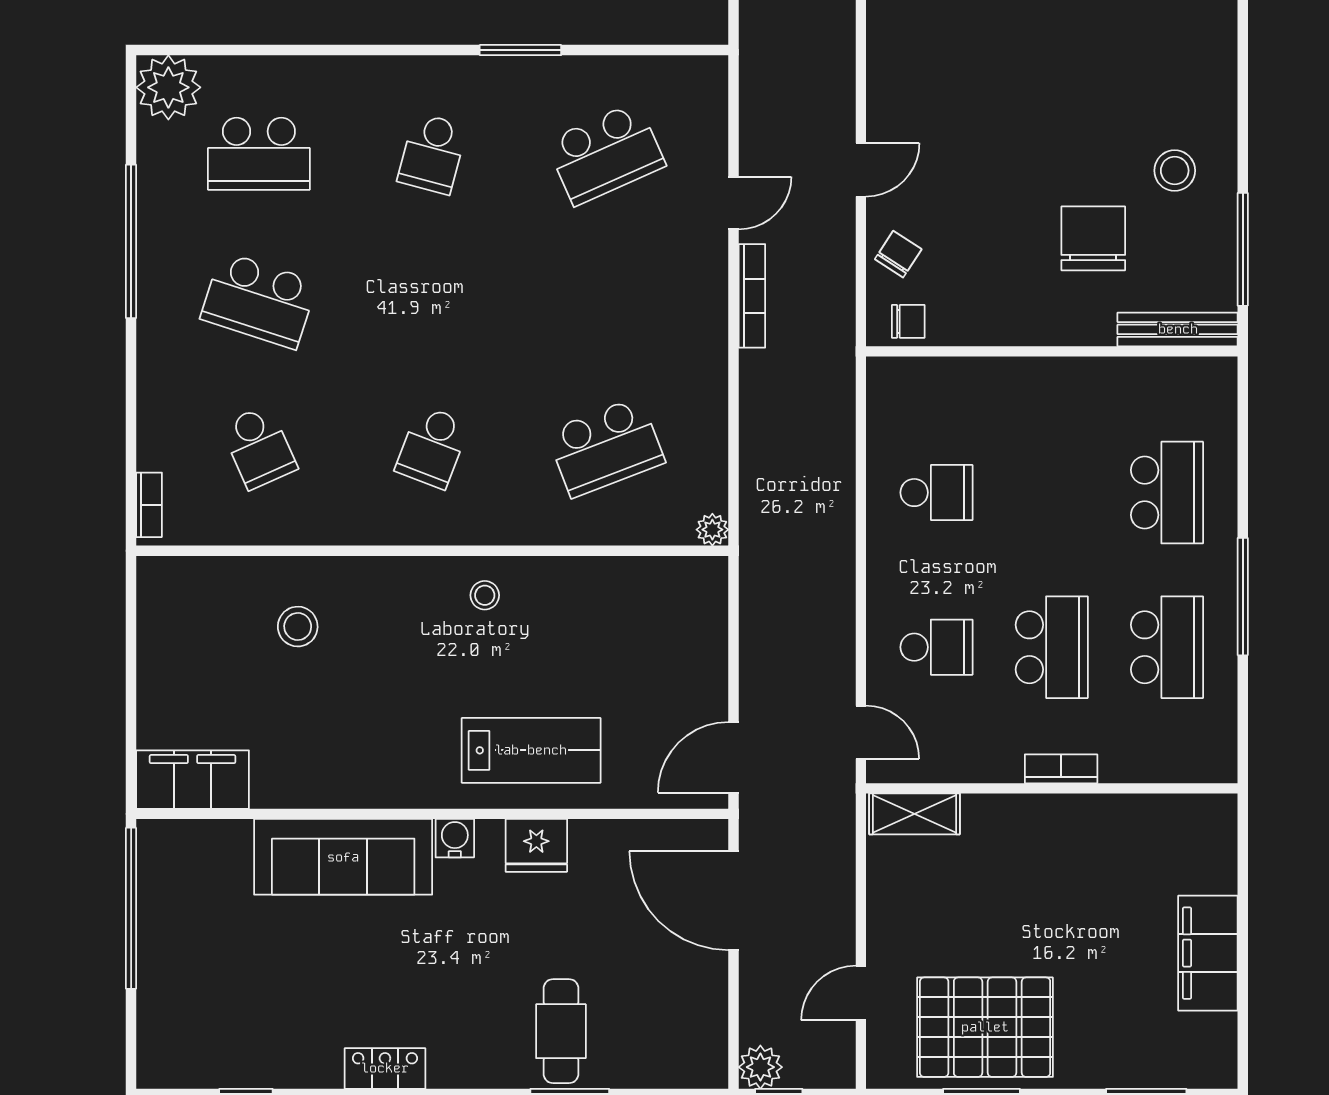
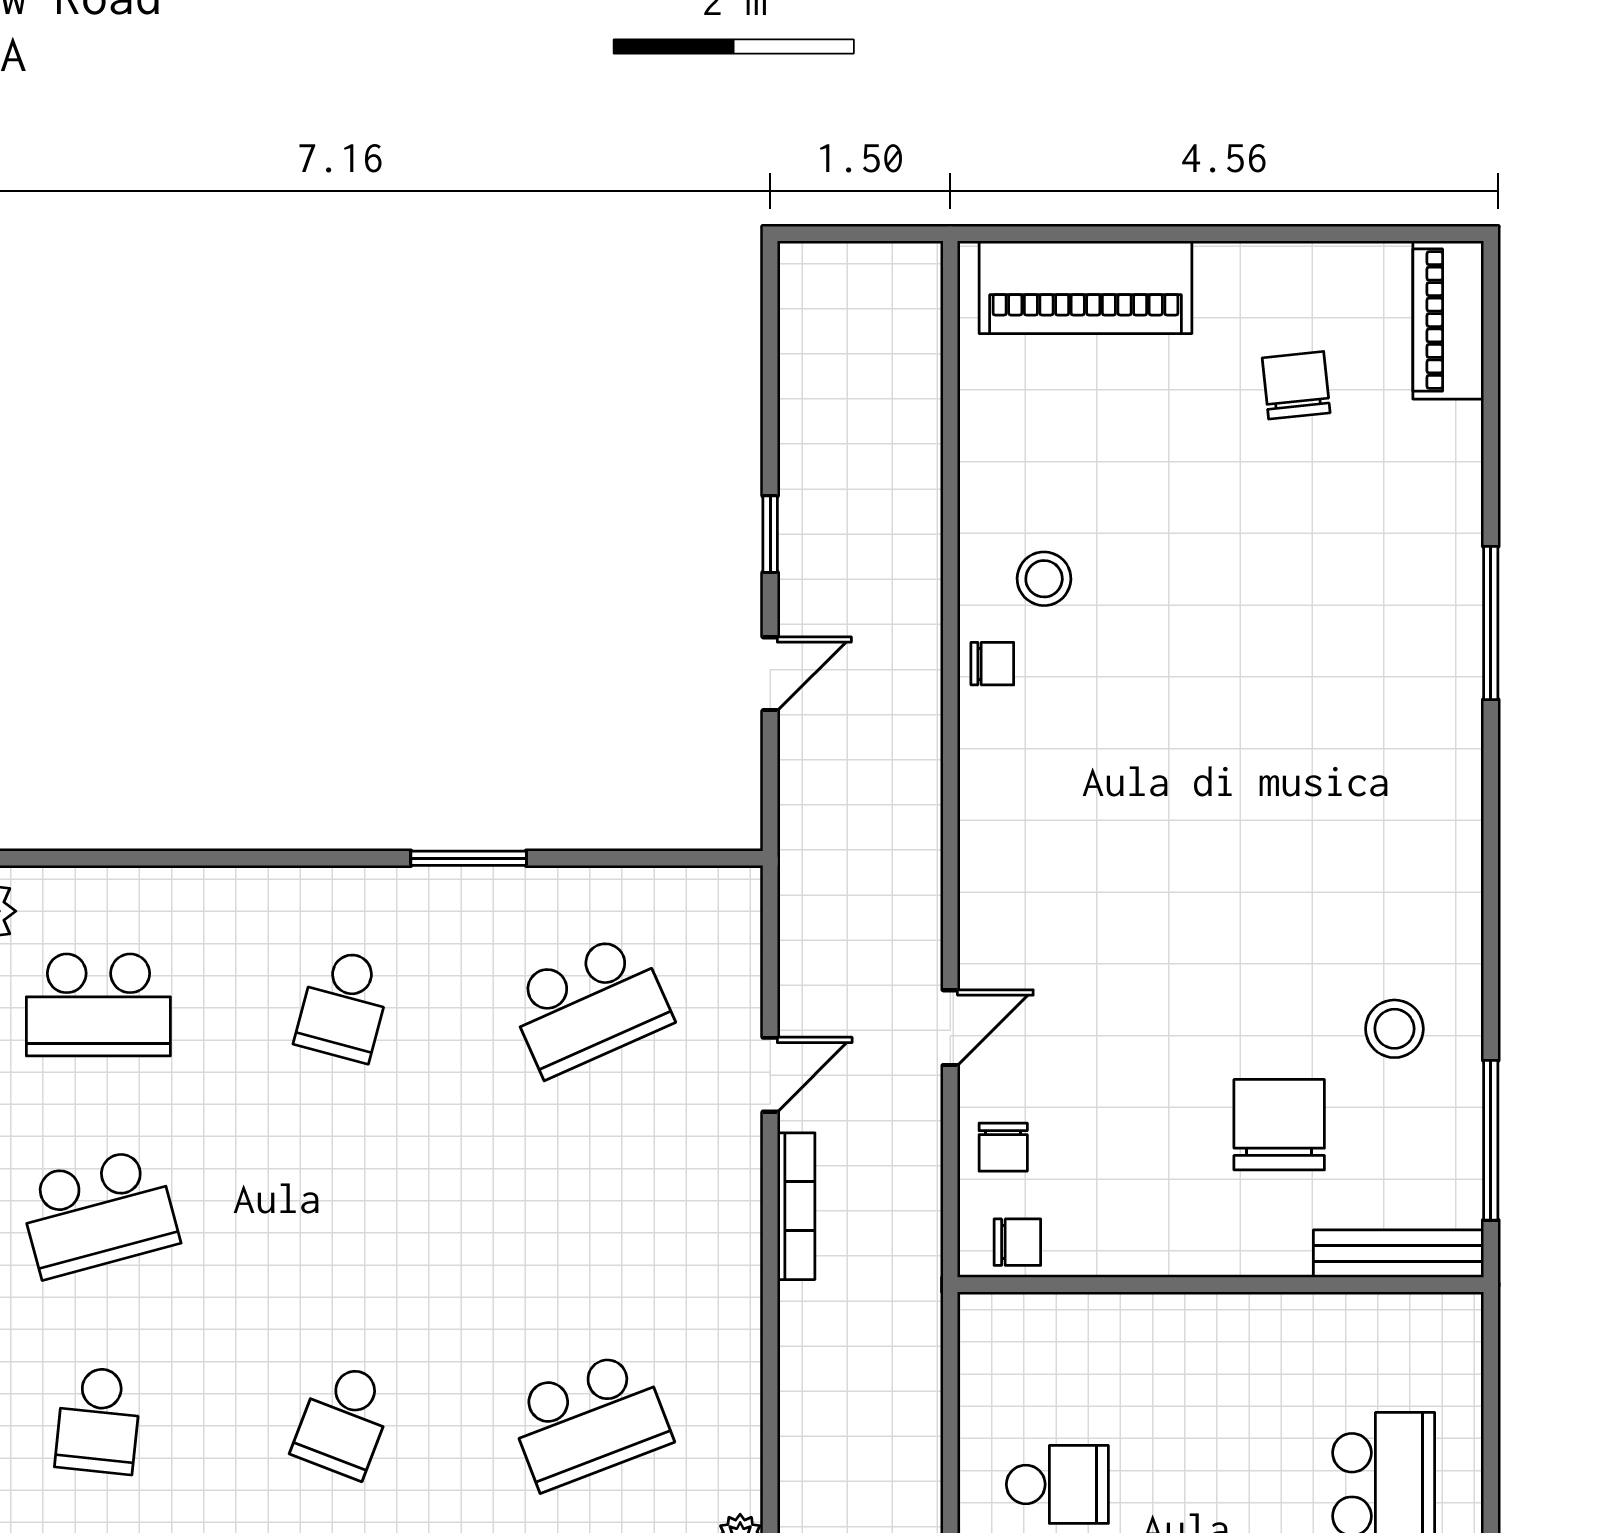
chair: (898, 254) -> (1003, 1147), turned 147
school desk: (259, 300) -> (98, 1213), turned -33
school desk: (259, 447) -> (98, 1420), turned 30

